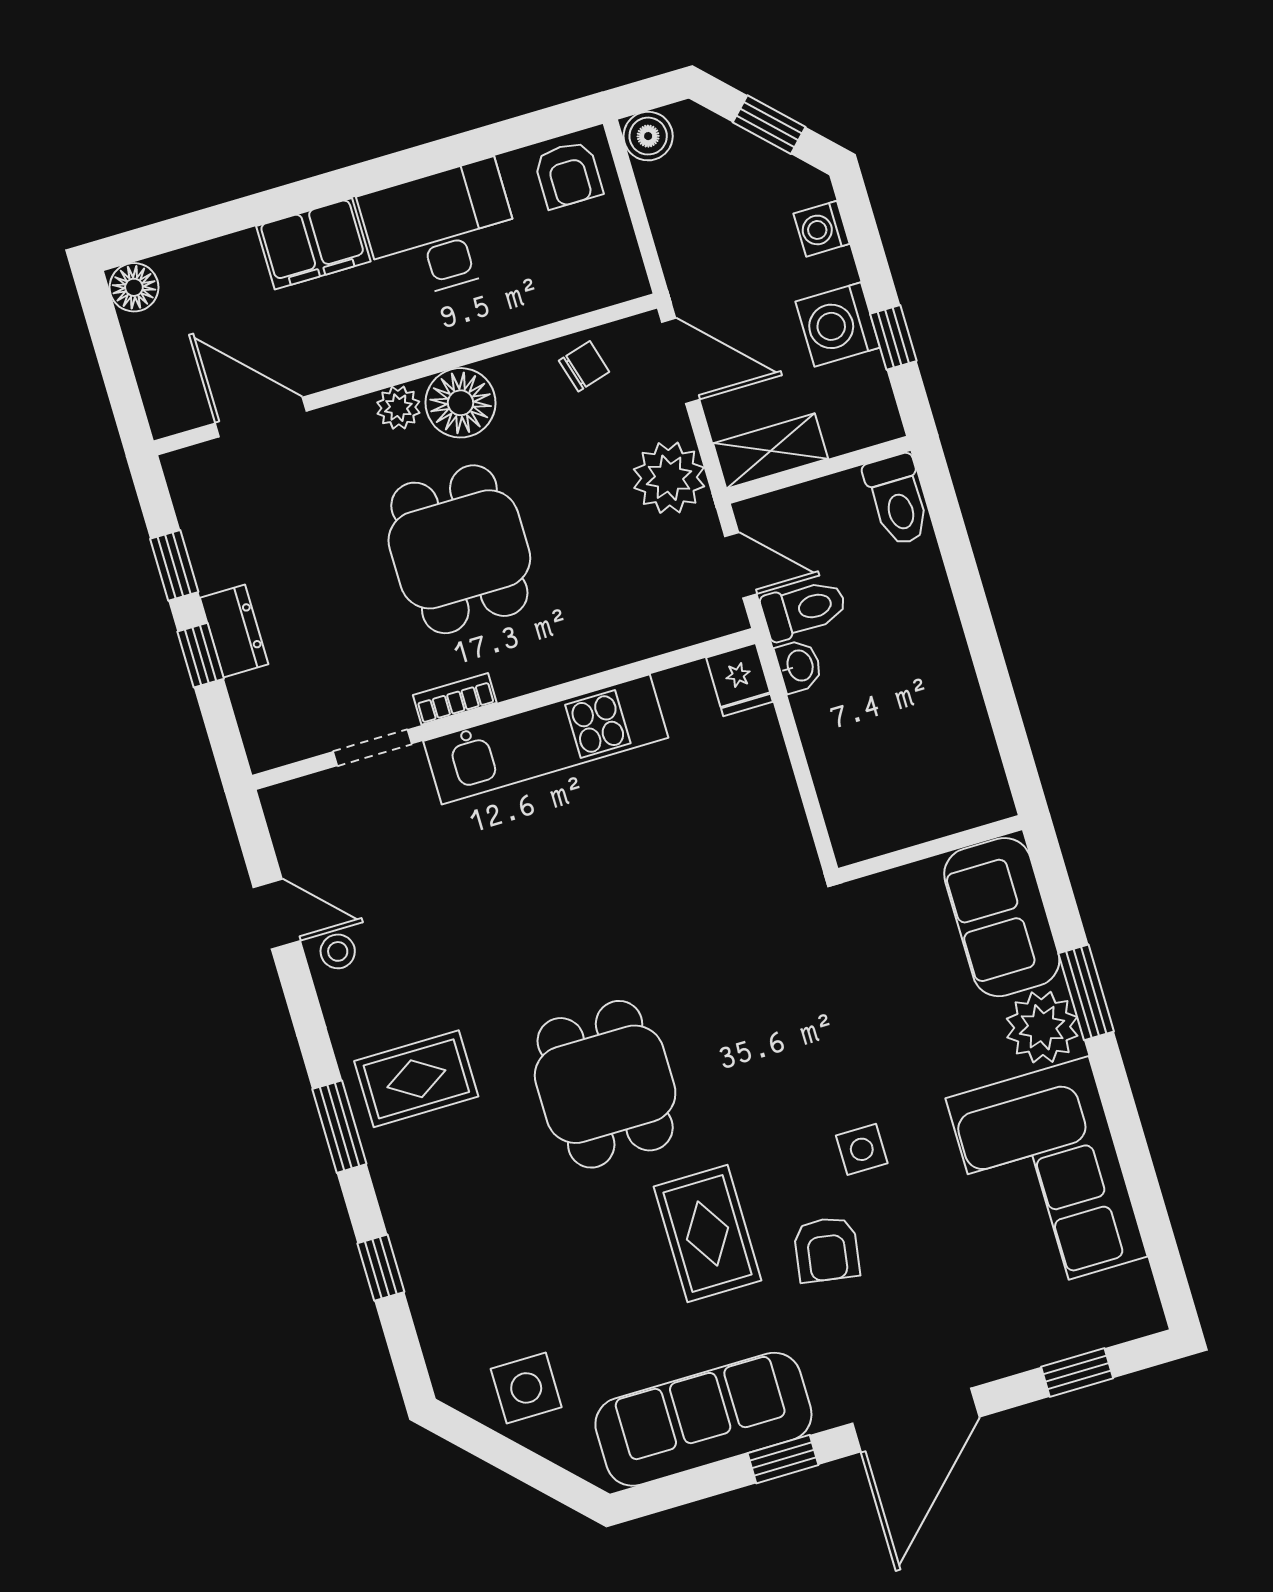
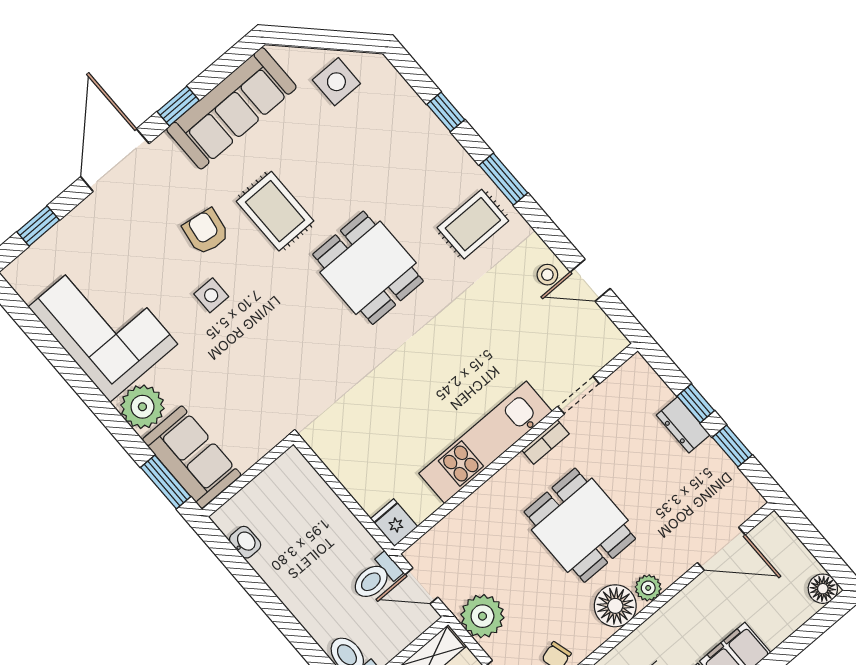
washbasin: (799, 666) -> (245, 542), moved, turned 180
window: (1086, 992) -> (166, 482), moved

